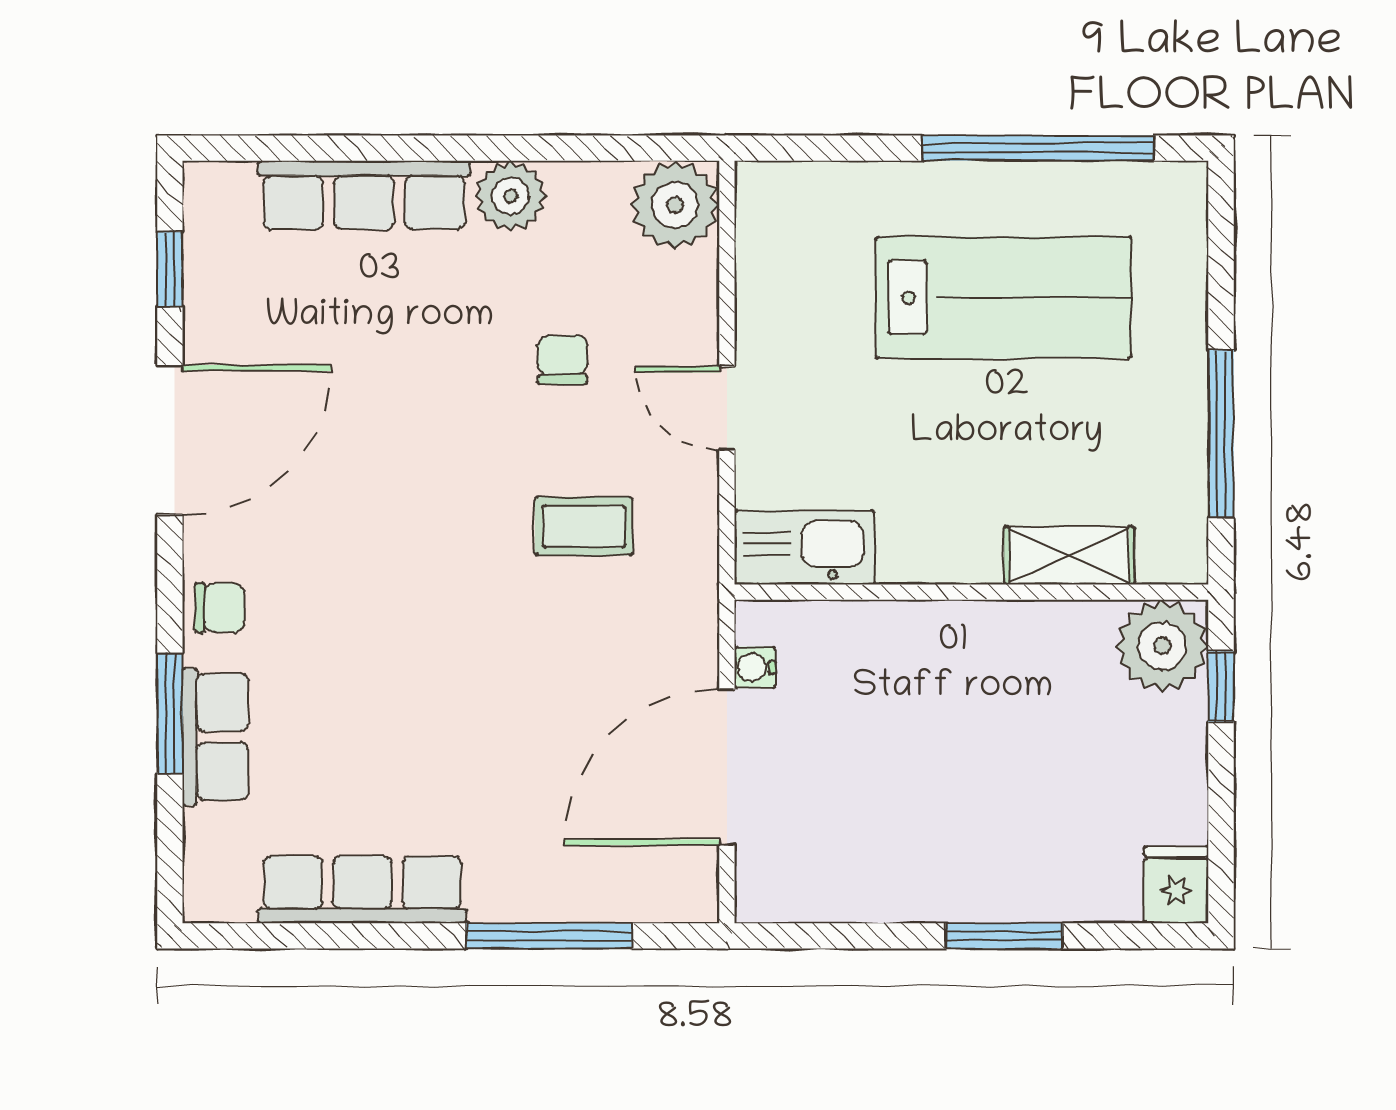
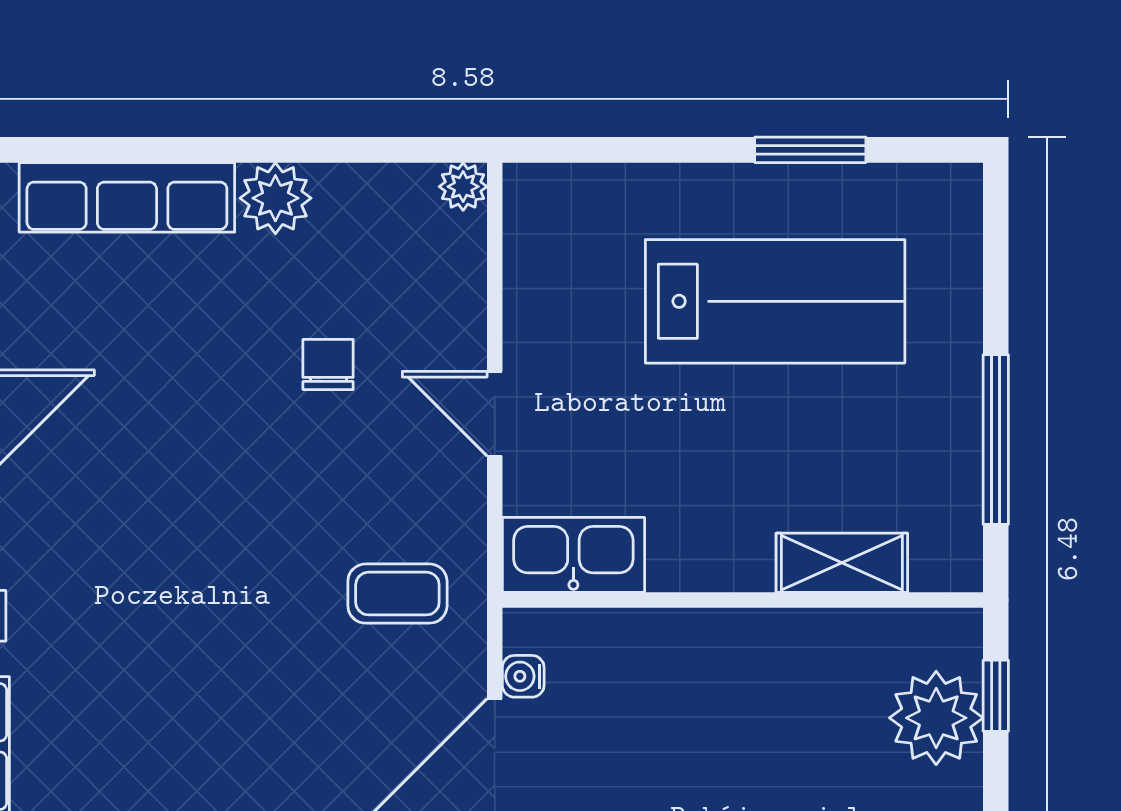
window: (1038, 148) -> (810, 150), width x0.47
plant: (675, 205) -> (463, 187), width x0.53, depth x0.53
coffee table: (584, 526) -> (397, 594), moved
plant: (1162, 646) -> (936, 718), moved

